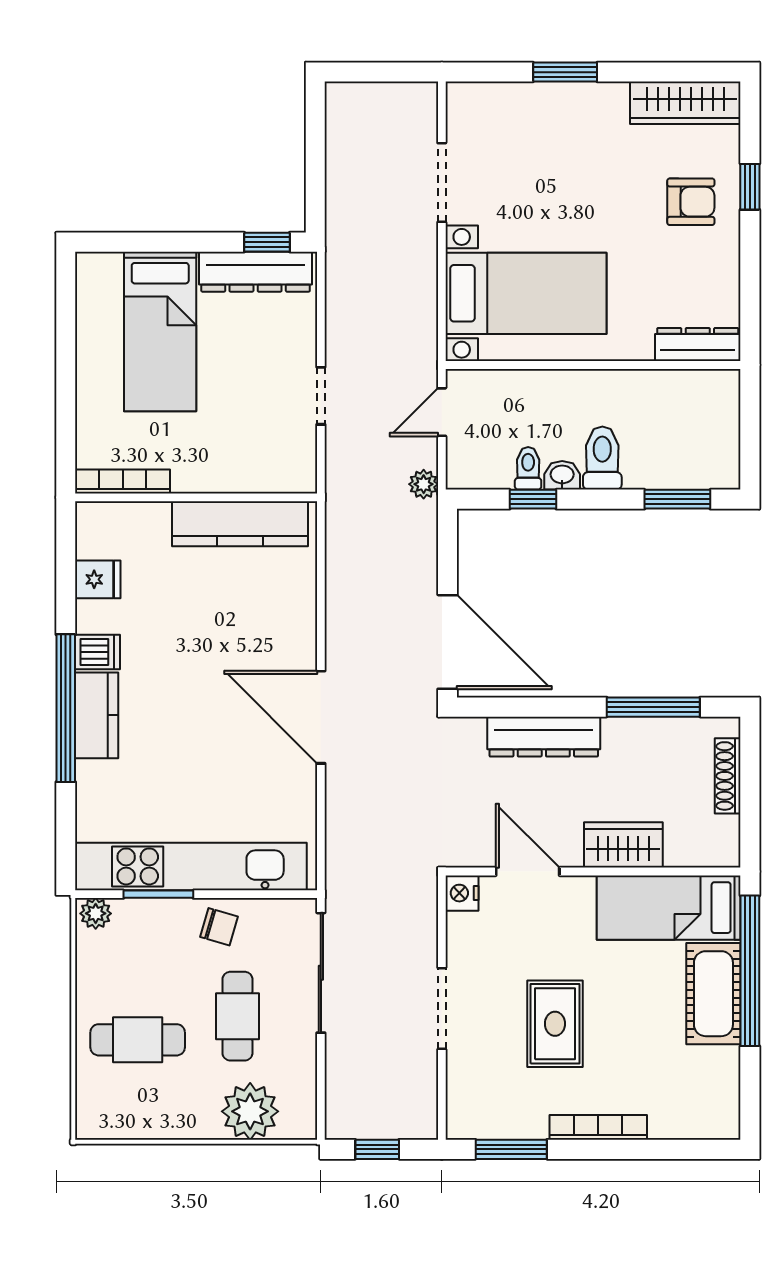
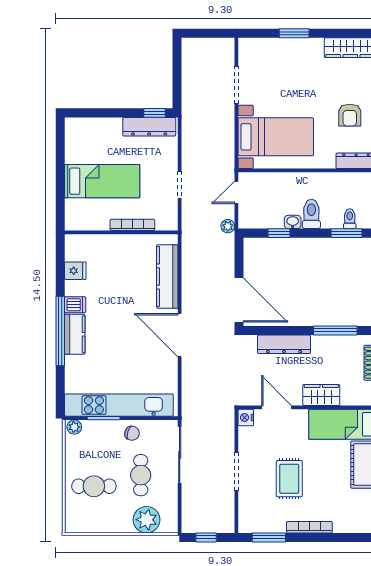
armchair: (691, 202) -> (350, 115), moved, turned 90
bed: (160, 332) -> (102, 181), moved, turned -90
toilet: (528, 468) -> (350, 219), moved
bookcase: (123, 481) -> (132, 225), moved
kitchen counter: (240, 524) -> (167, 276), moved, turned 90

